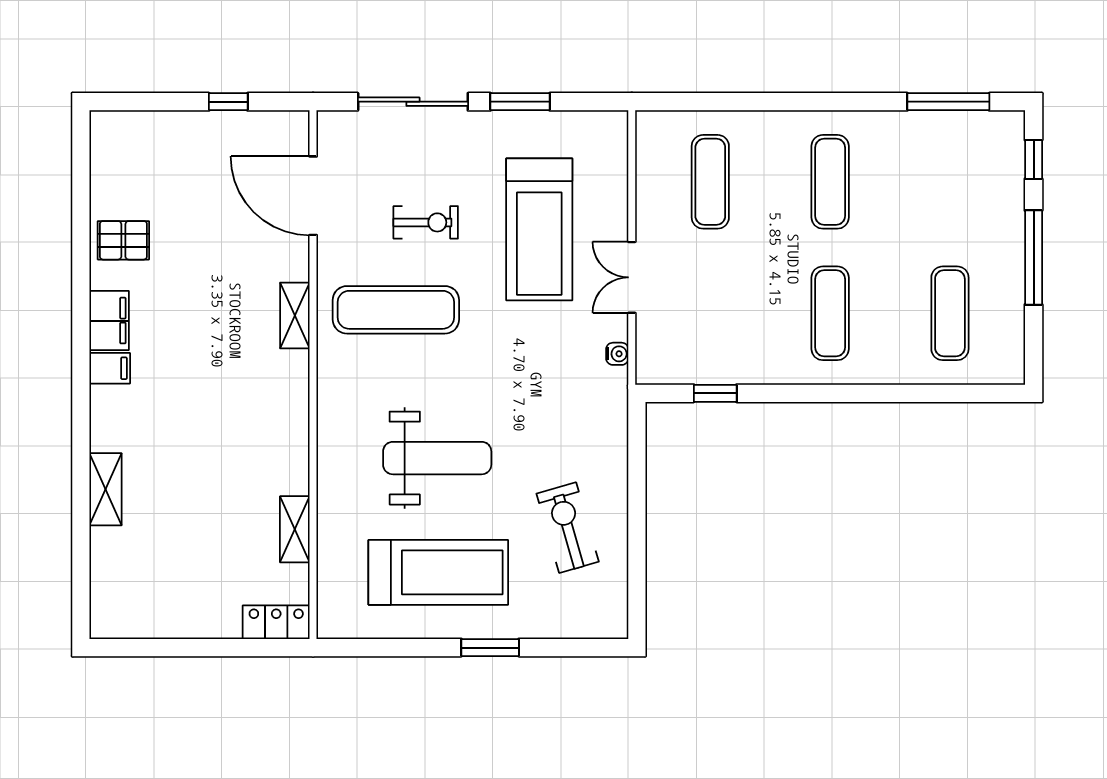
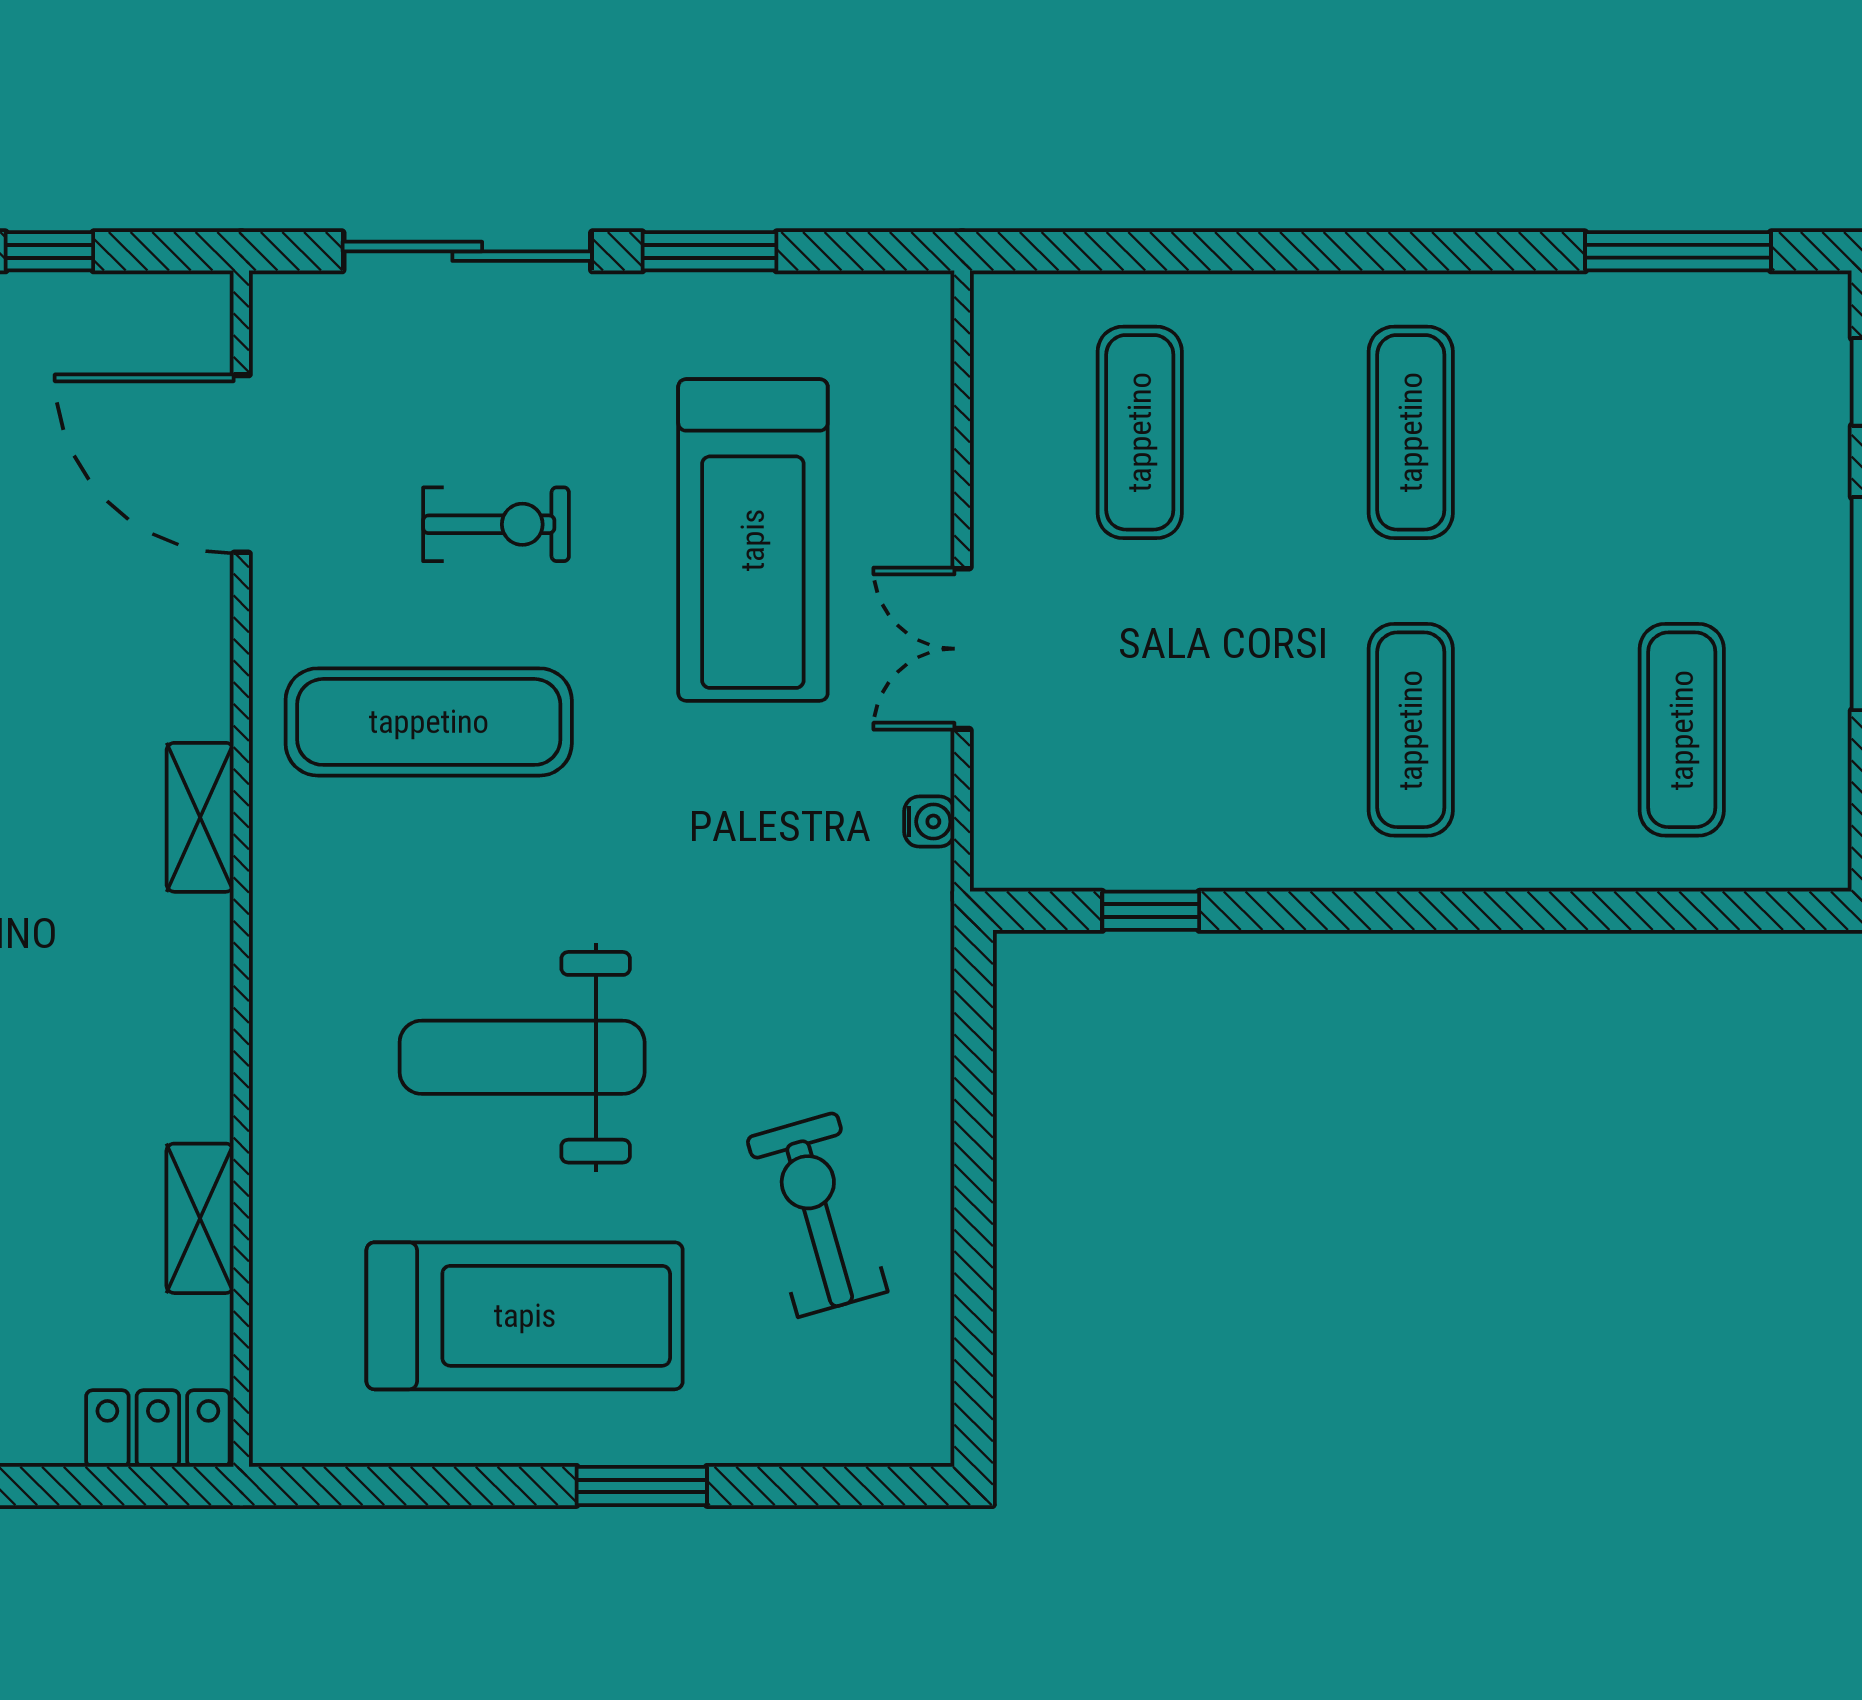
shelving: (295, 316) -> (200, 817), moved
weight bench: (437, 458) -> (522, 1057), turned 180

